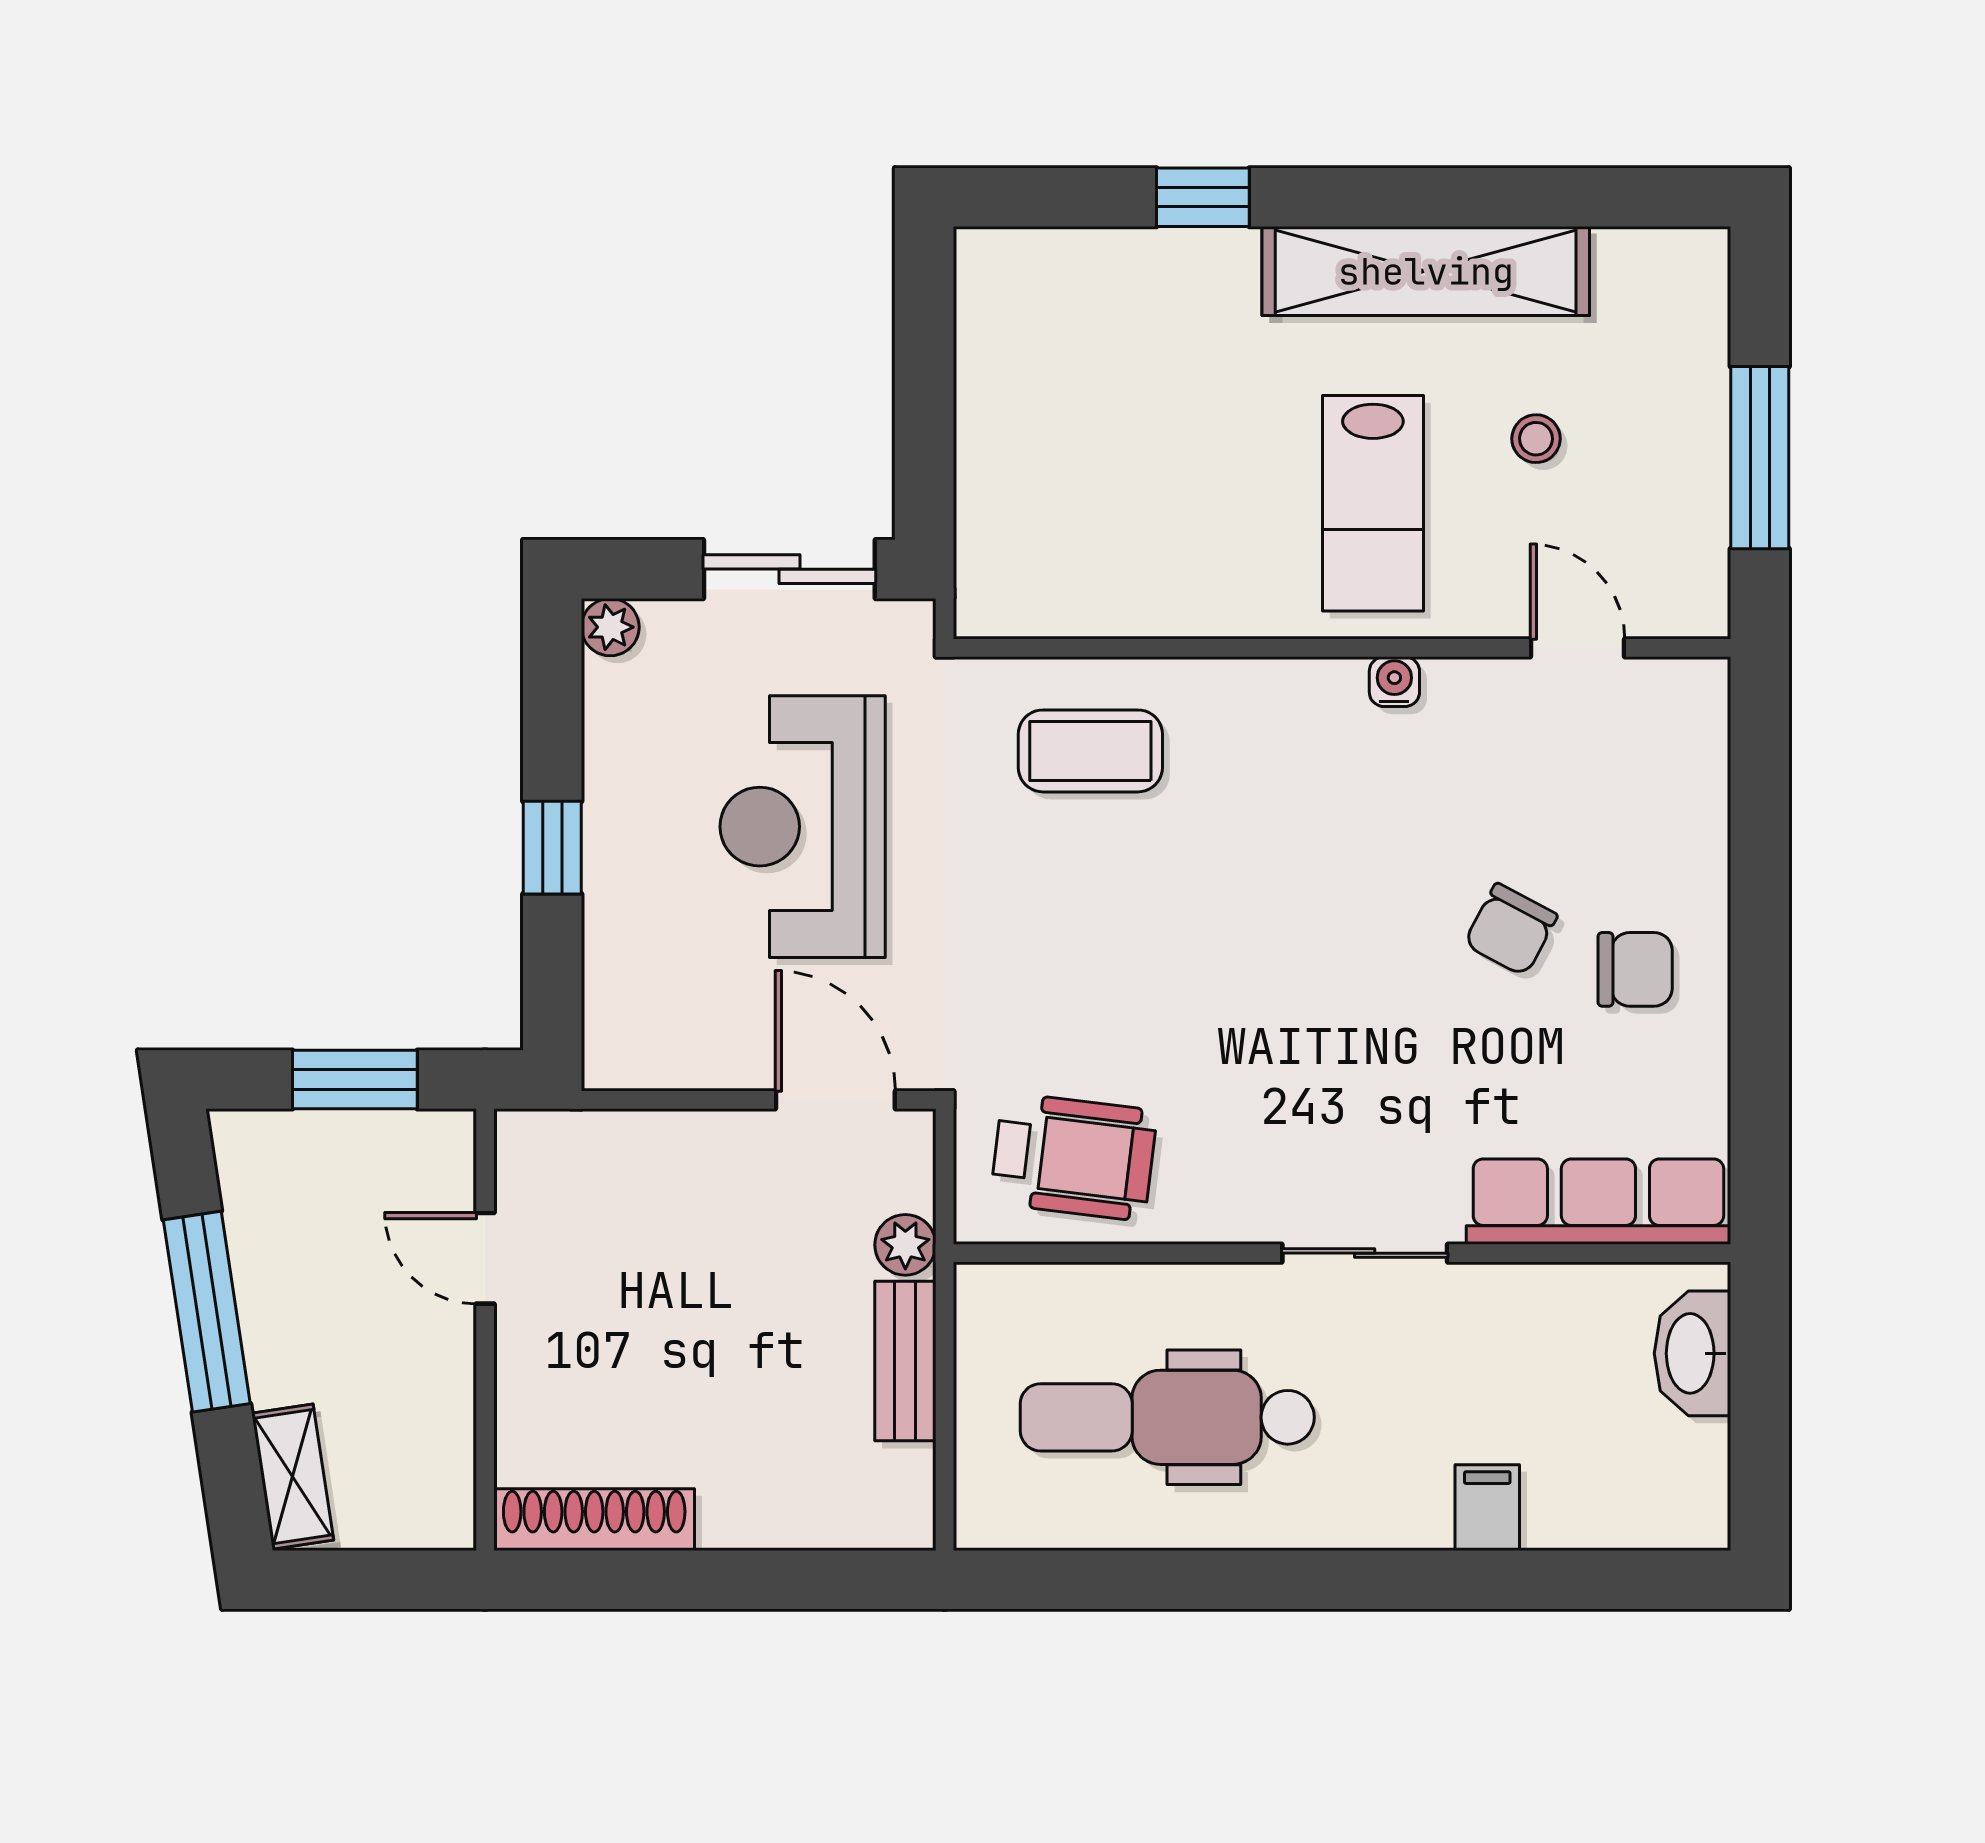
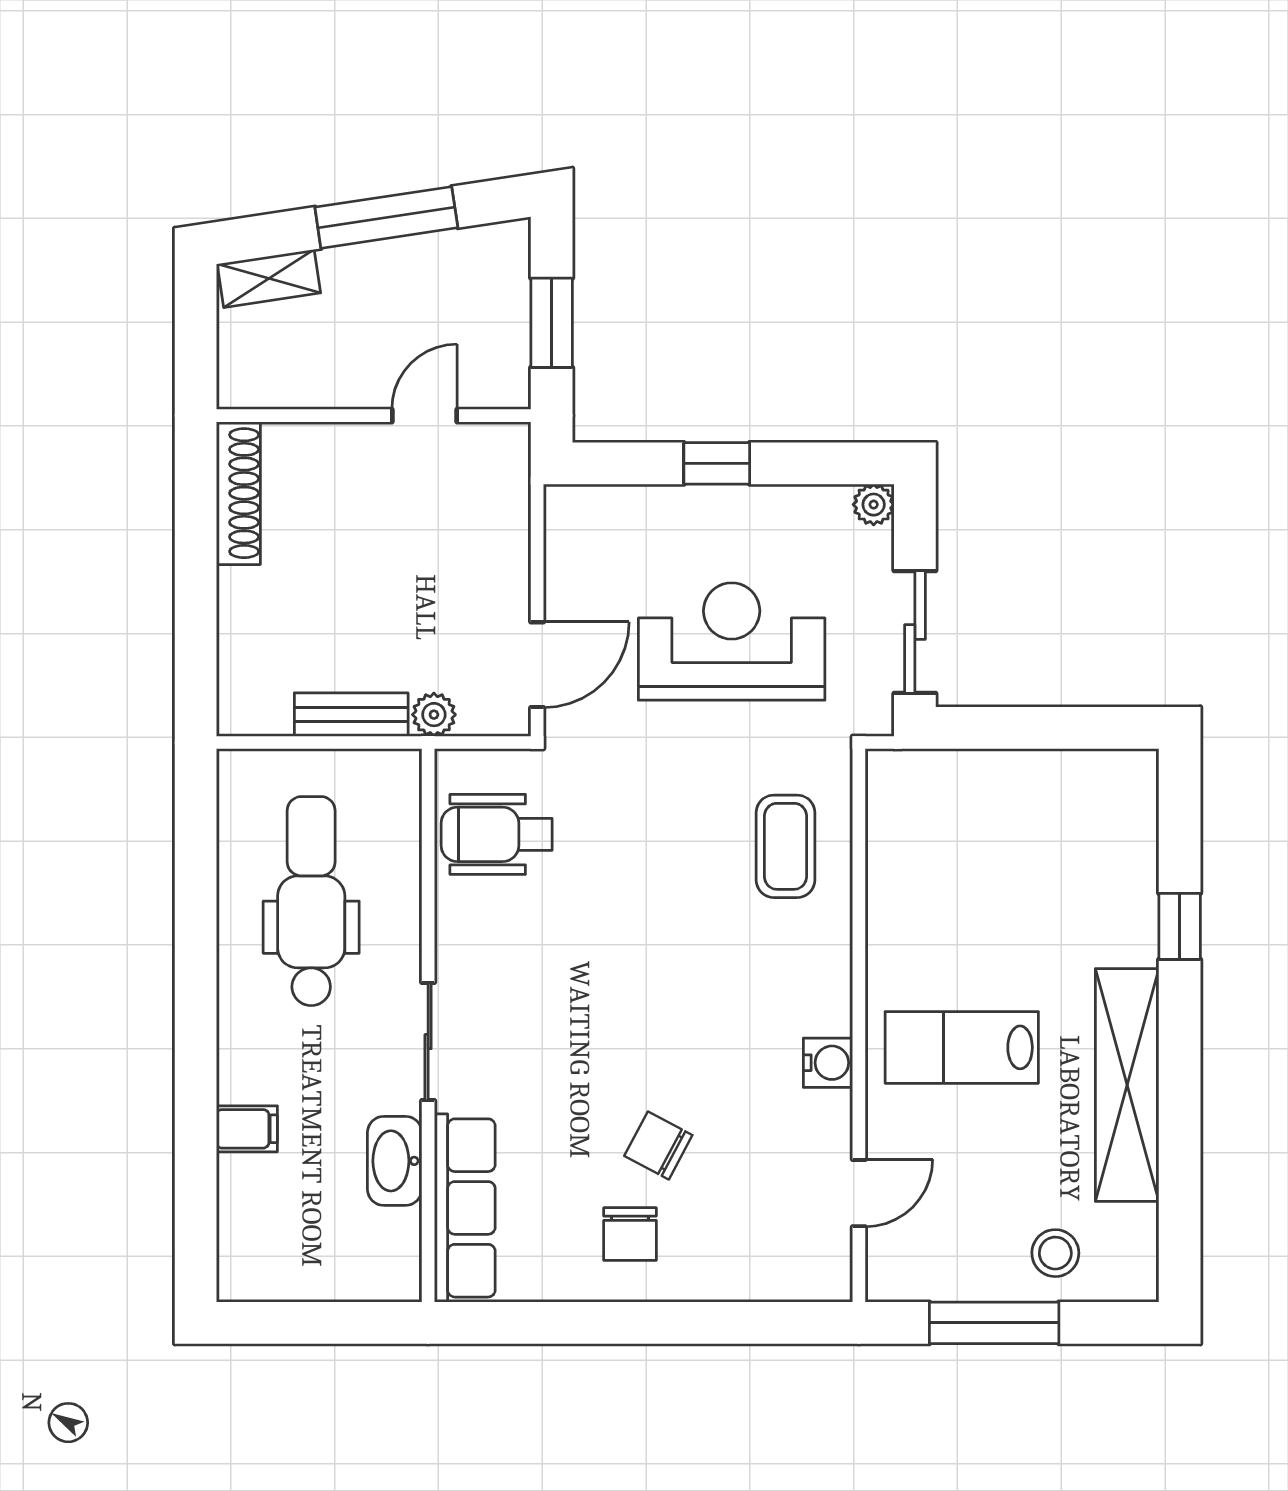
stool: (1536, 439) -> (1055, 1253), moved, width x1.37, depth x1.37
water cooler: (1394, 682) -> (828, 1063), width x1.38, depth x1.38
wheelchair: (1074, 1157) -> (497, 834), turned 83
washbasin: (1692, 1353) -> (395, 1161), moved, turned -90

